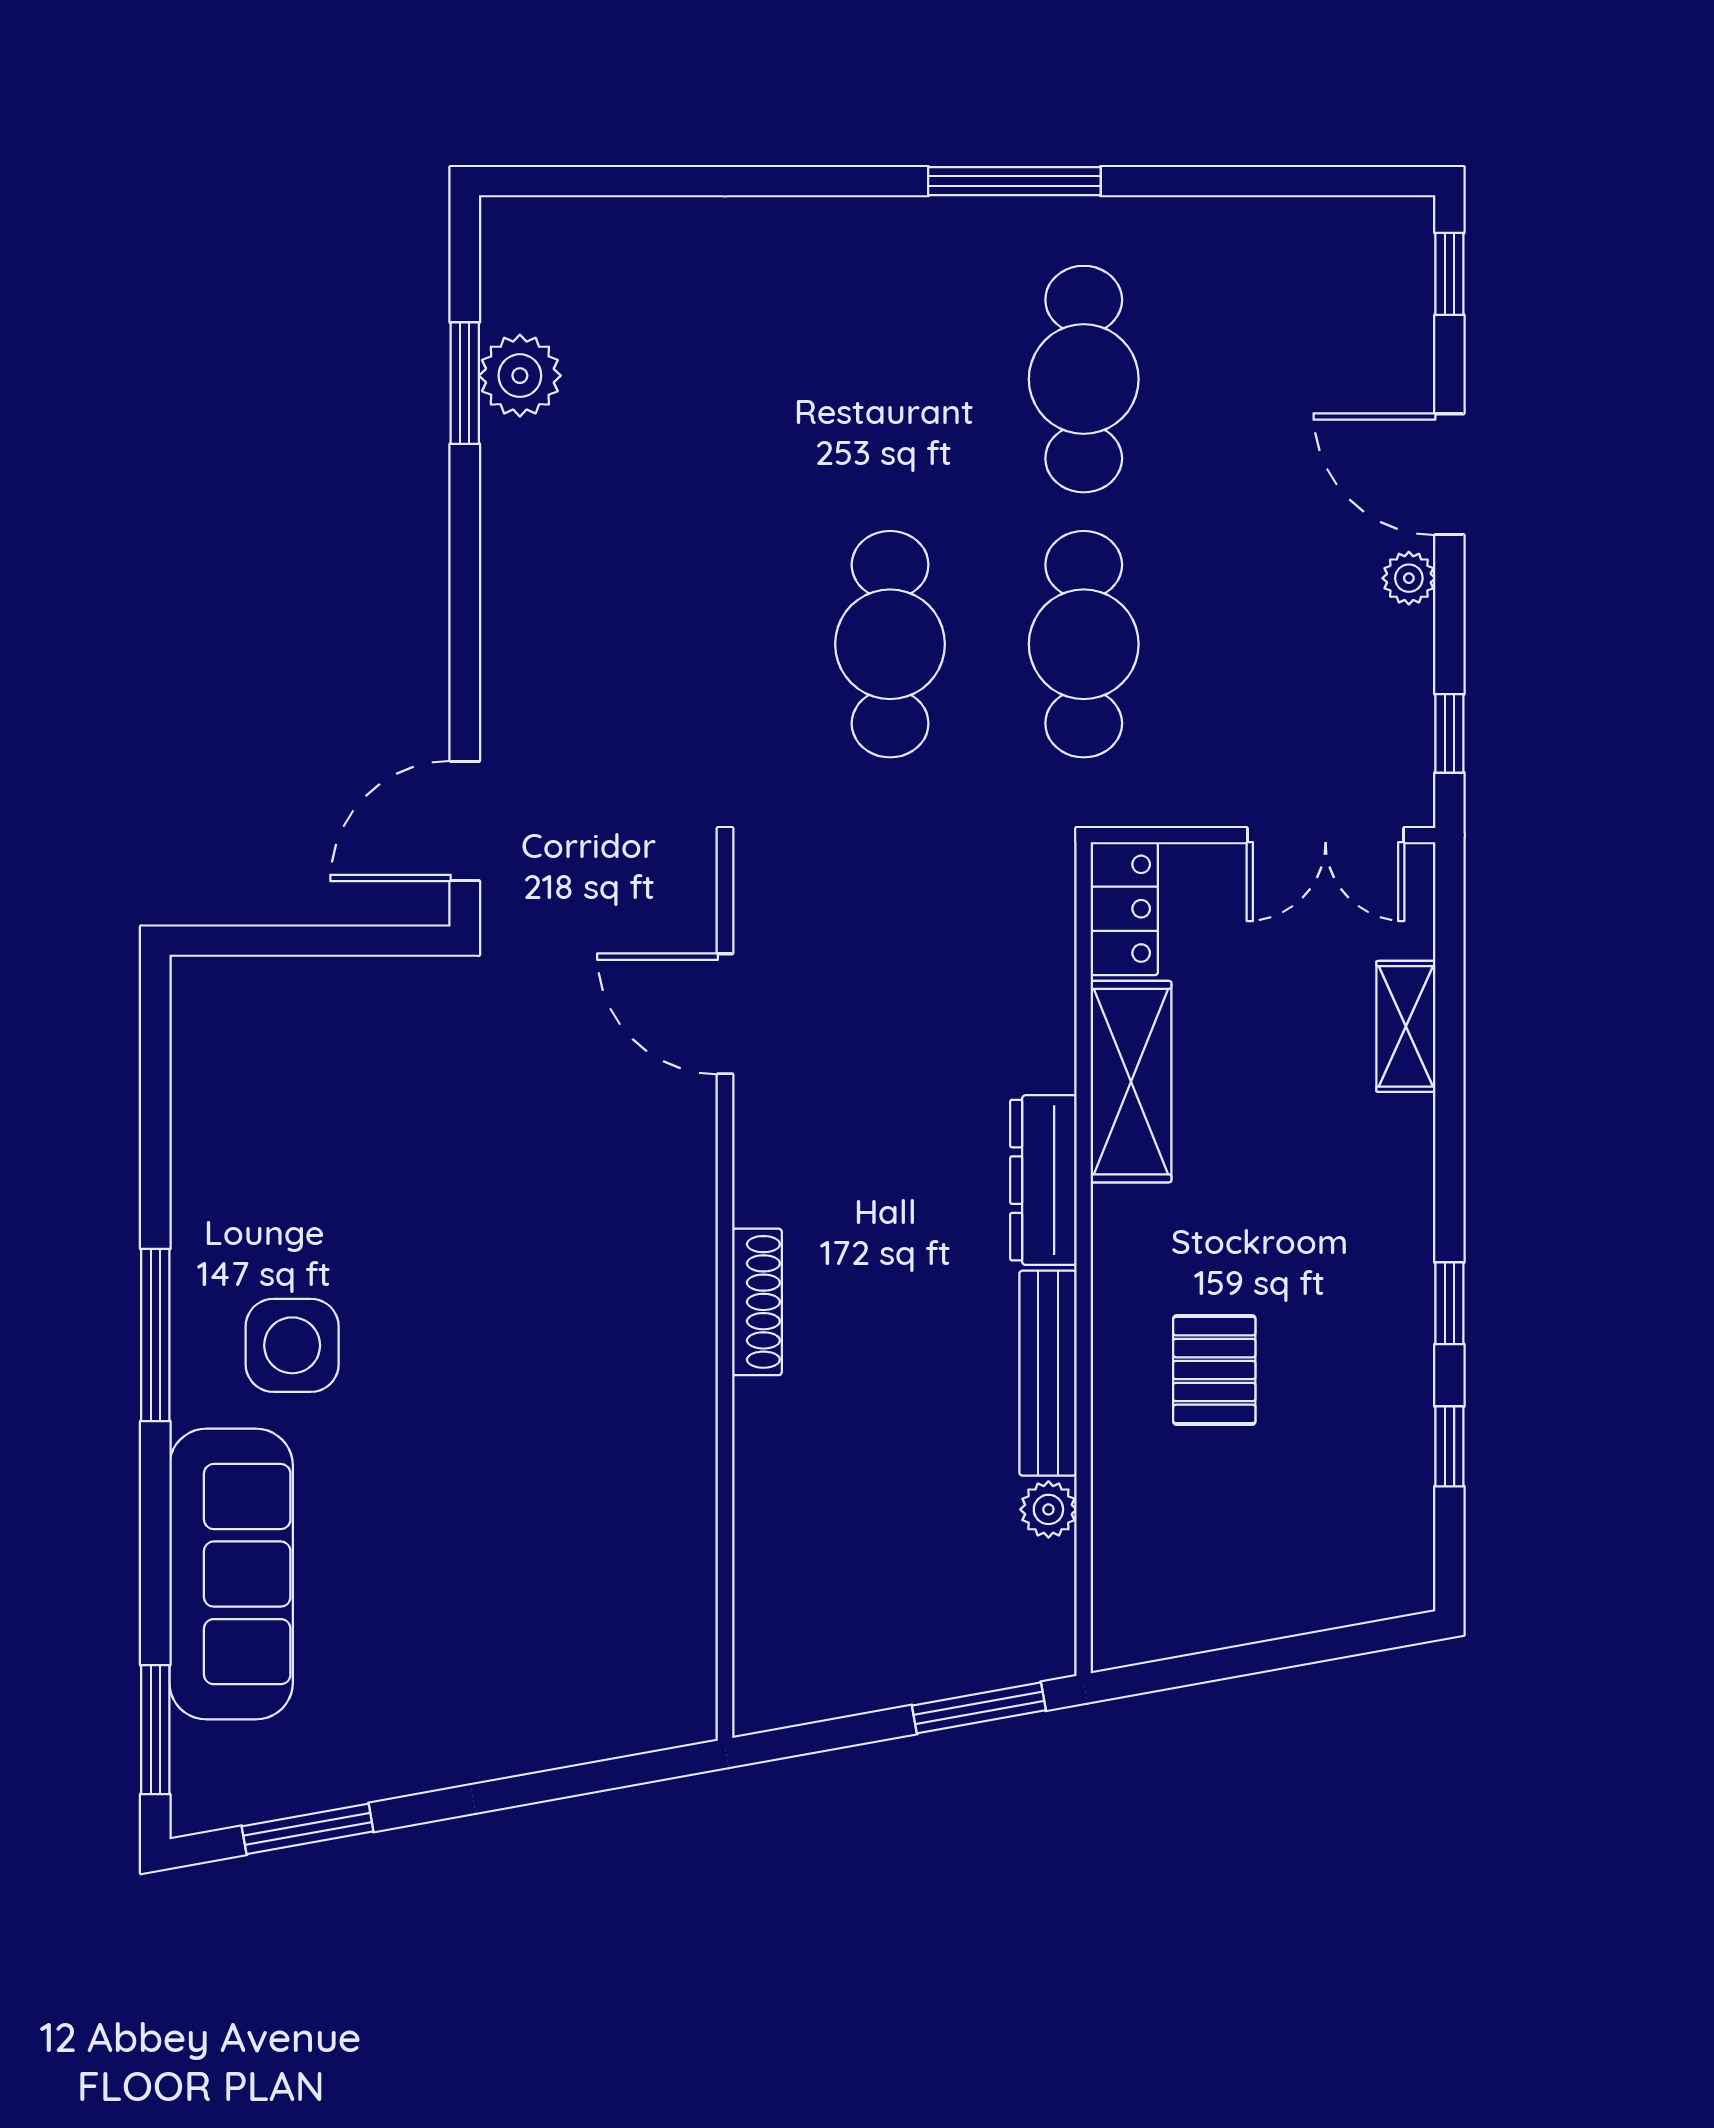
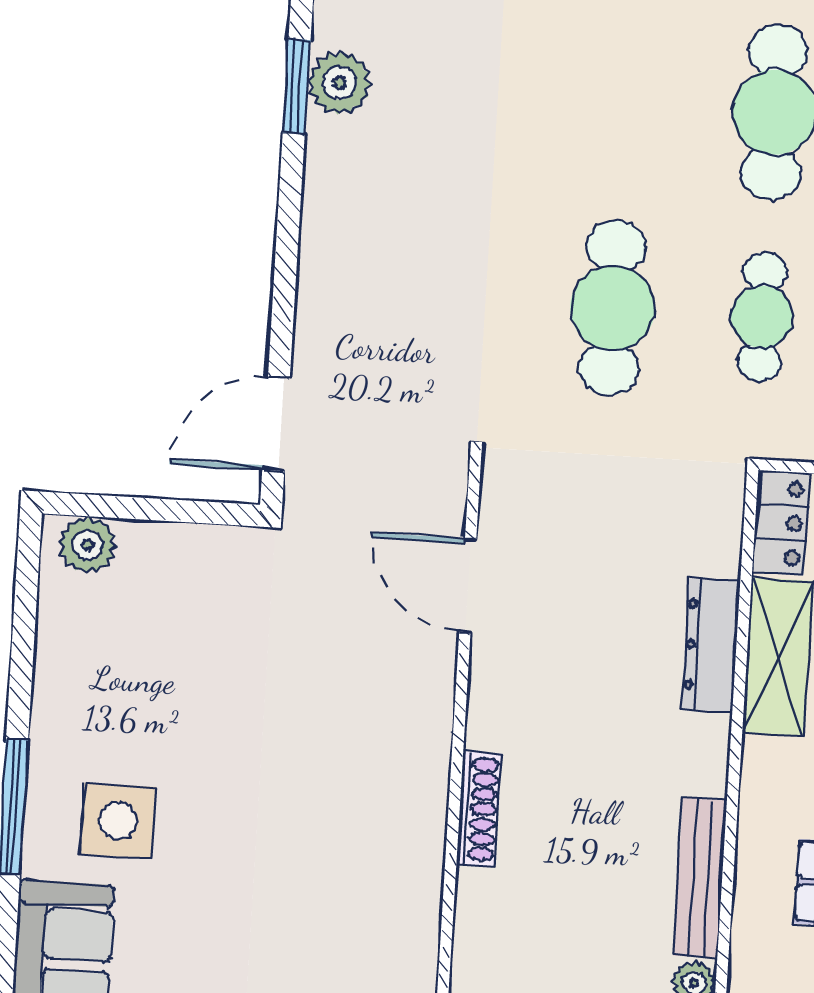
cafe table: (1084, 644) -> (762, 317), width x0.73, depth x0.74
plant: (231, 992) -> (88, 545), added
dresser: (1043, 1180) -> (711, 645), moved

